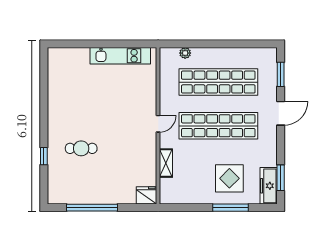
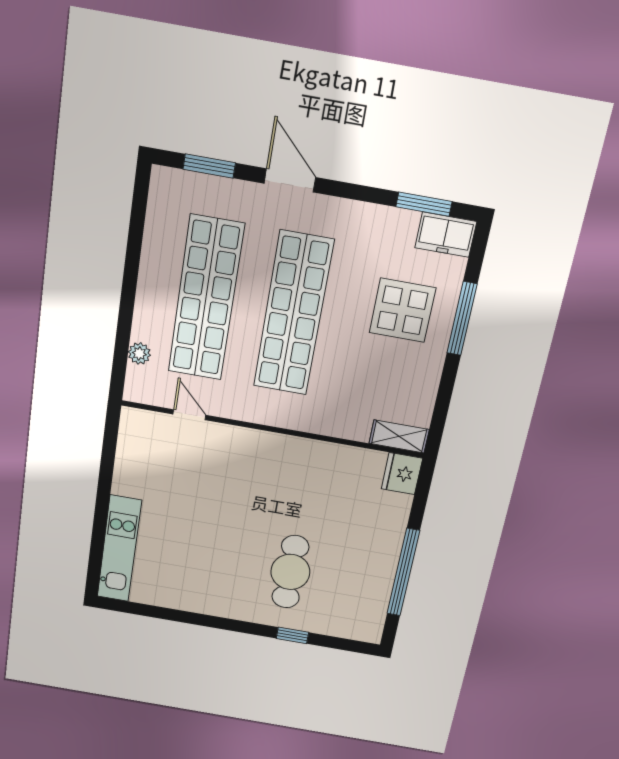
kitchen unit: (120, 56) -> (119, 549), moved
door: (158, 124) -> (189, 415), moved
cafe table: (81, 148) -> (290, 572), width x1.37, depth x1.35
shelving: (166, 163) -> (399, 436), moved
freezer: (269, 186) -> (446, 235), width x0.71

